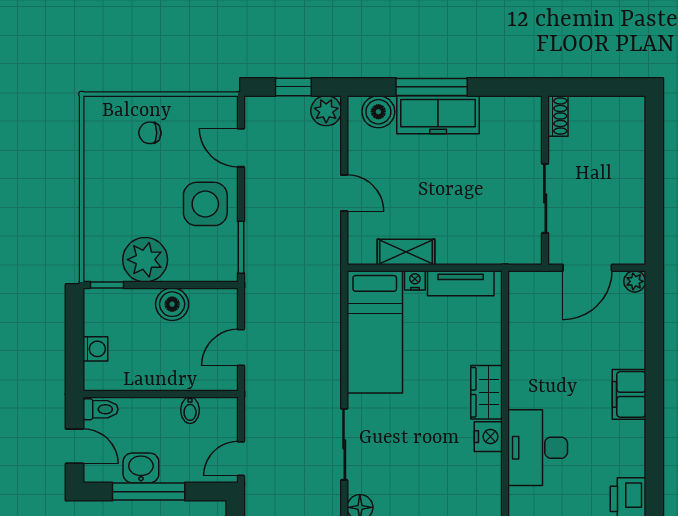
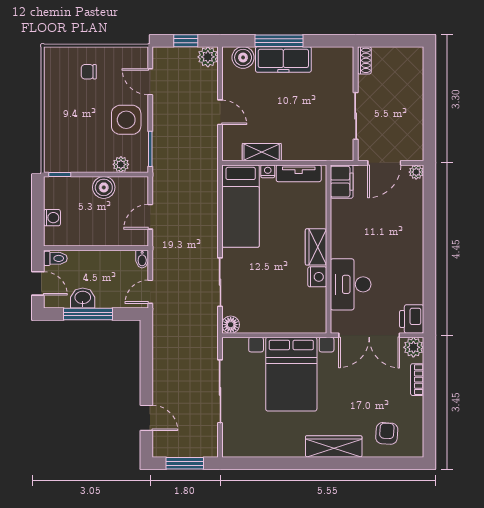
plant: (145, 260) -> (121, 164), moved, width x0.53, depth x0.53
filing cabinet: (629, 394) -> (342, 182), moved, turned 180
bidet: (190, 410) -> (142, 259), moved

